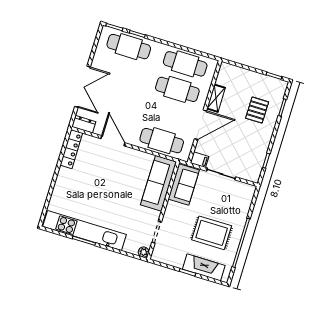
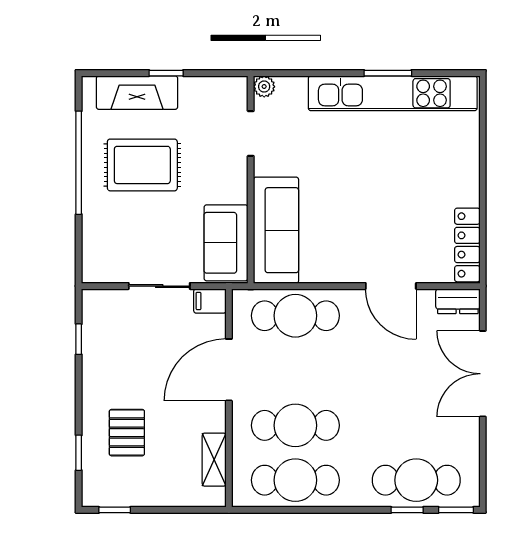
shelving: (216, 98) -> (214, 460), moved

